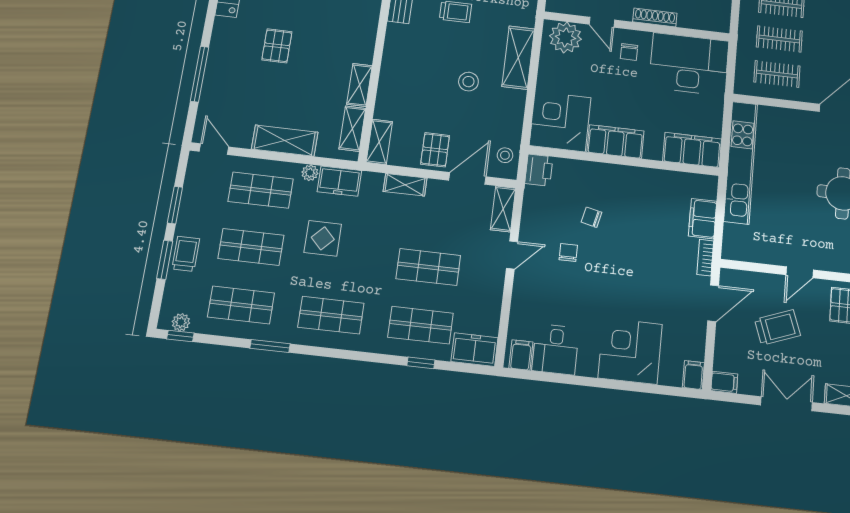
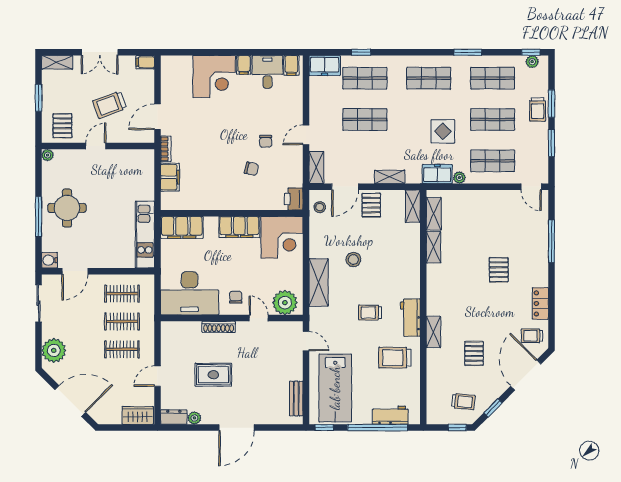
shelving: (285, 141) -> (481, 199), removed
kitchen unit: (741, 162) -> (145, 235), width x0.73
filing cabinet: (693, 375) -> (244, 65), moved

